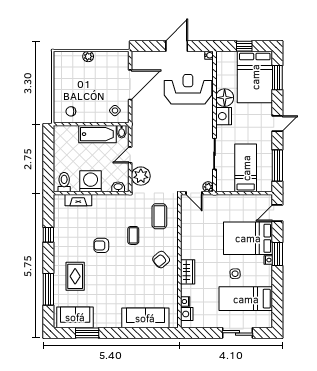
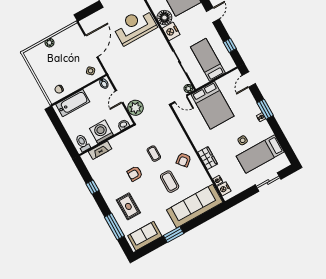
bathtub: (98, 134) -> (73, 103), moved
window: (277, 166) -> (230, 45), width x0.46
coffee table: (159, 216) -> (170, 182), moved
bed: (248, 238) -> (212, 105), moved, turned -90
sofa: (145, 318) -> (195, 206), width x1.36, depth x1.27
window: (87, 333) -> (174, 235), moved

